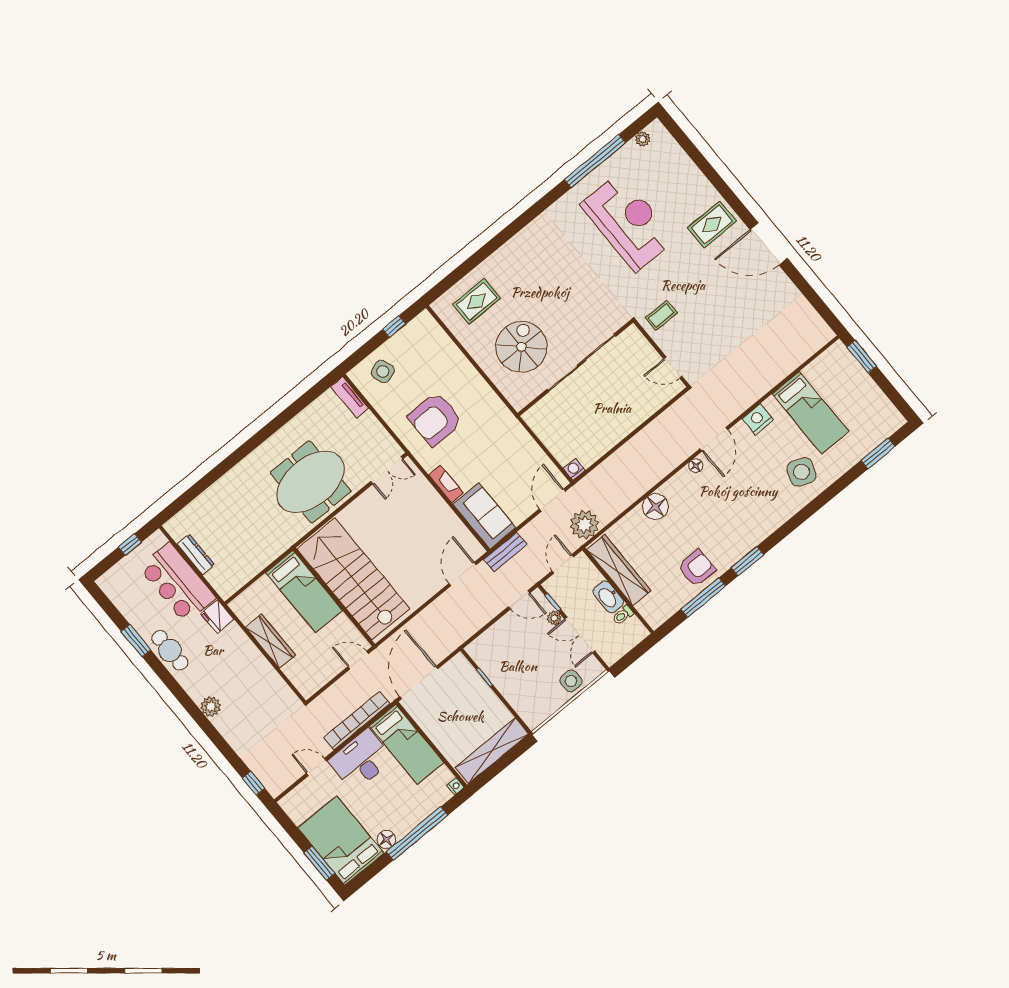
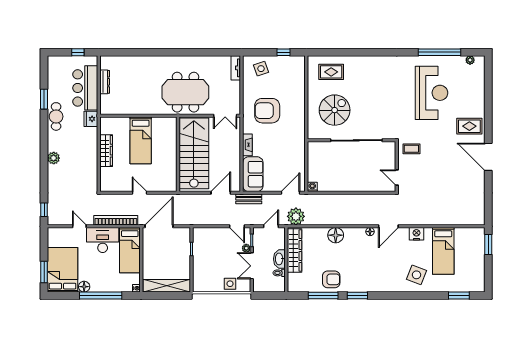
stairs: (353, 579) -> (194, 153), moved
wall: (334, 597) -> (178, 154), moved

